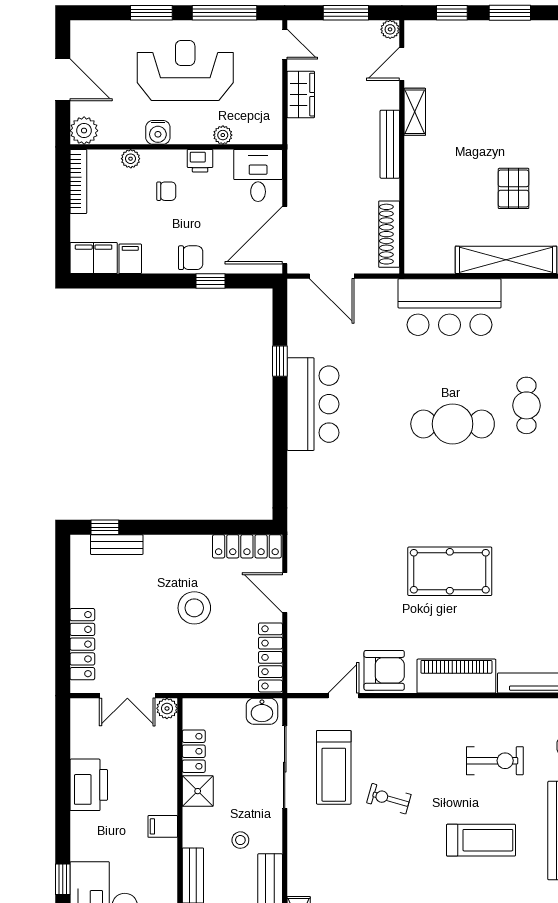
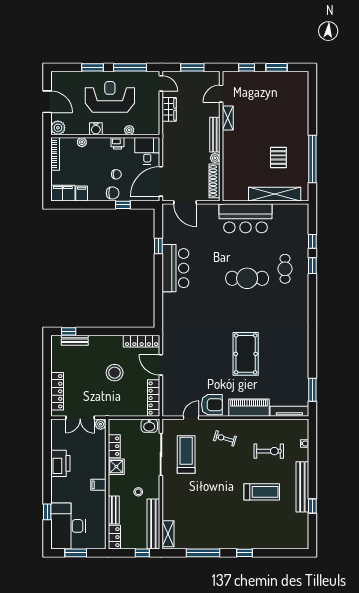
plant: (390, 29) -> (215, 158), moved
chair: (166, 191) -> (116, 174), moved
pool table: (450, 571) -> (246, 354), turned 90
treadmill: (334, 767) -> (186, 454), turned 180
exercise bike: (389, 799) -> (225, 438), moved

